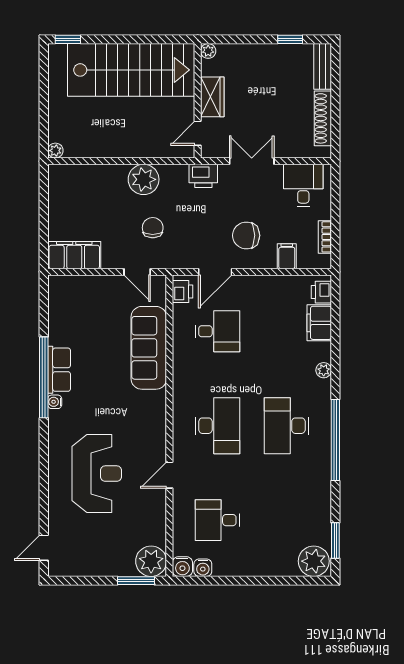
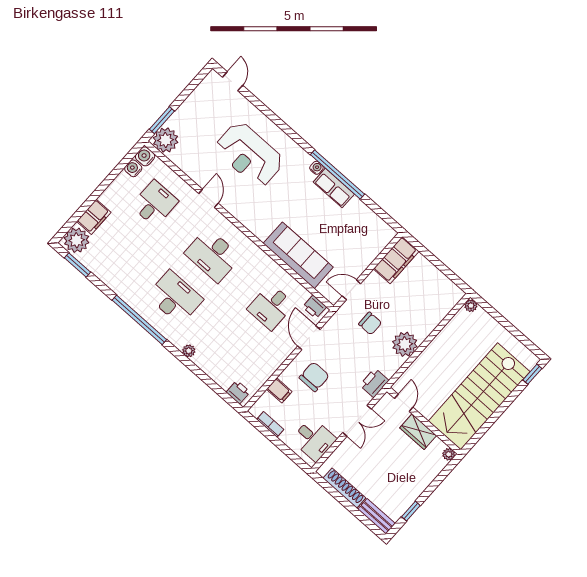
filing cabinet: (319, 323) -> (94, 217), moved, turned 90

